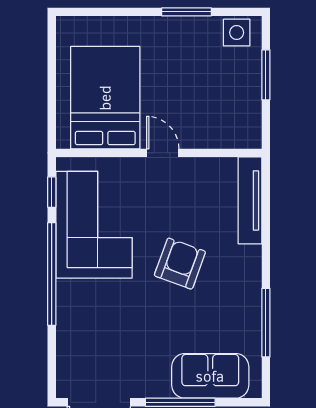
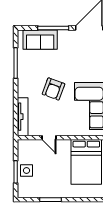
side table: (237, 33) -> (26, 171), moved
door: (163, 153) -> (49, 138), moved

